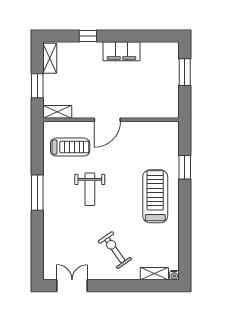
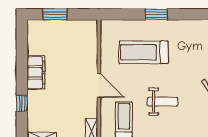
window: (185, 167) -> (156, 14), moved
treadmill: (155, 196) -> (144, 52), moved

